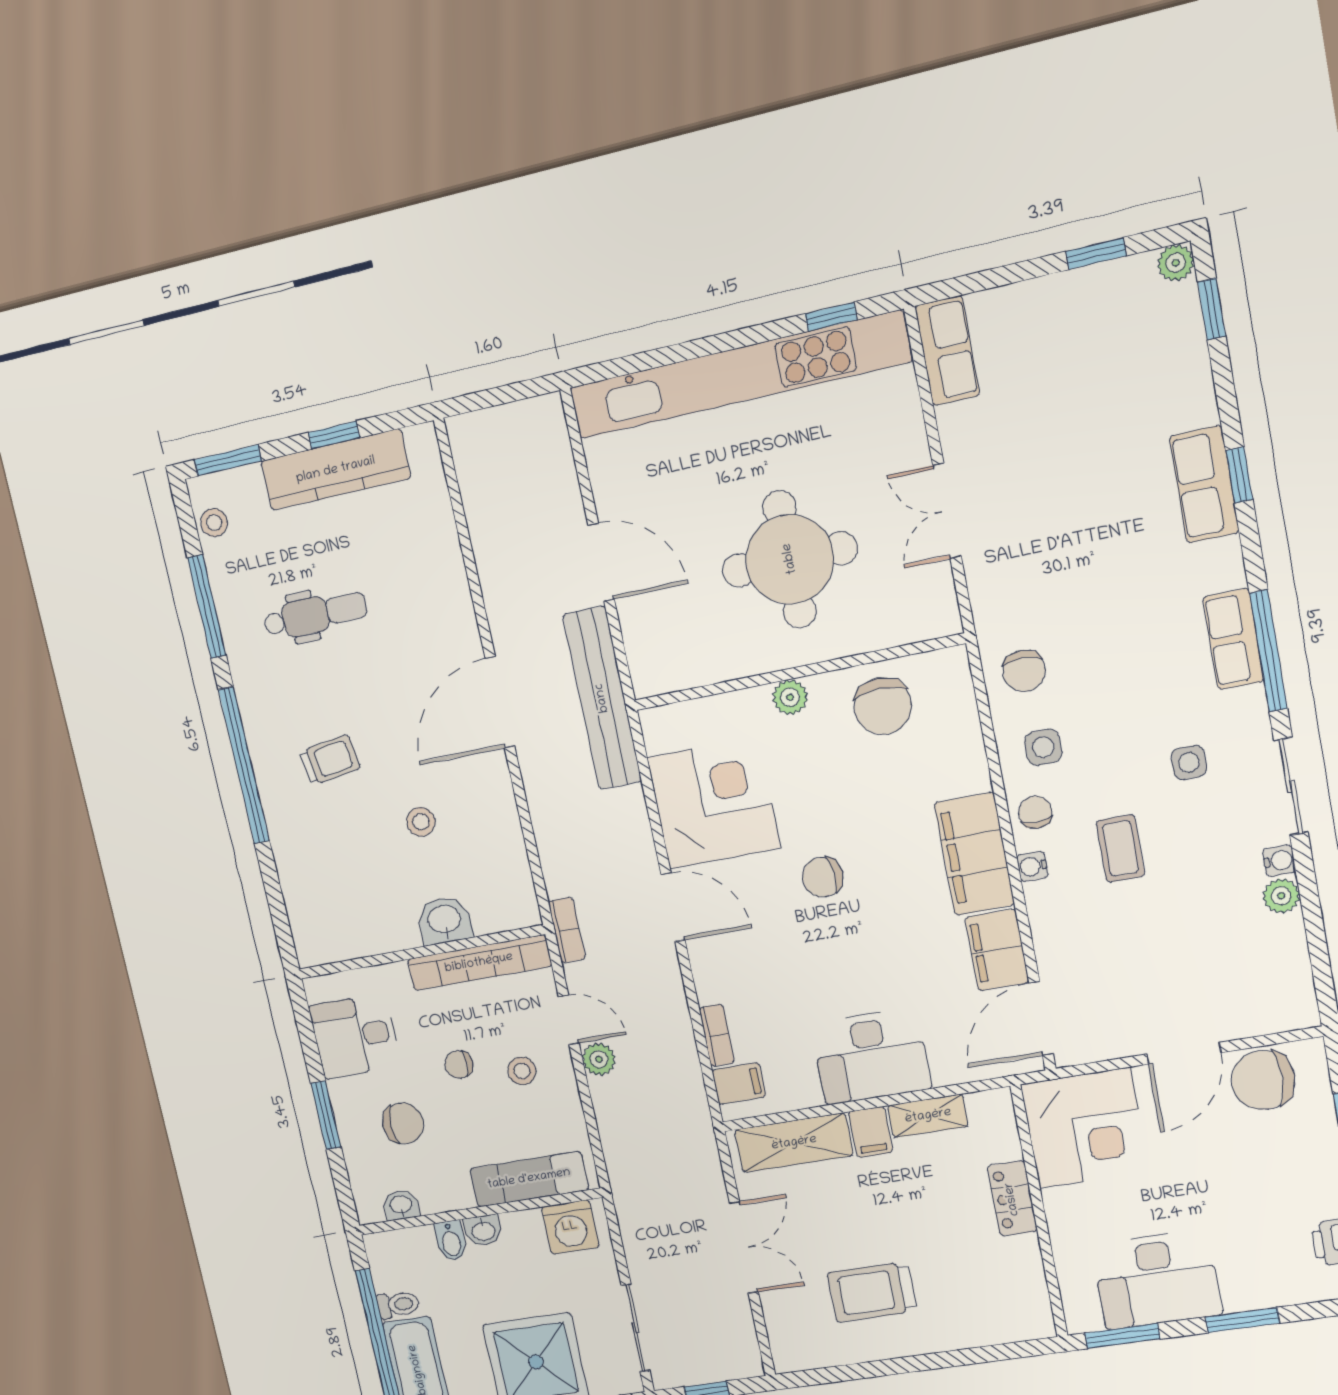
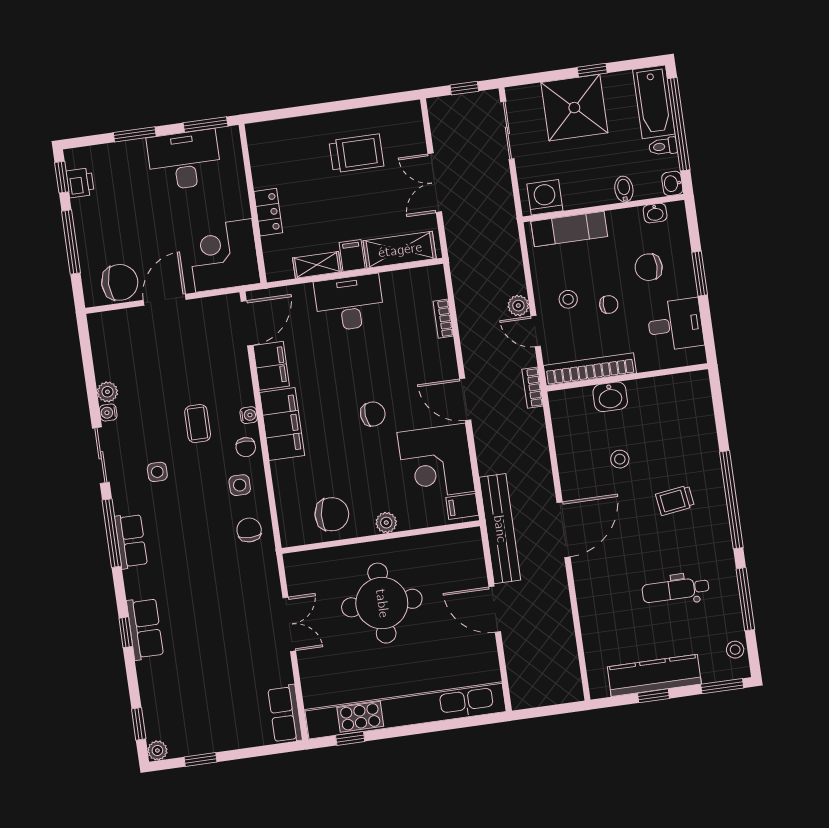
chair: (883, 706) -> (332, 514), turned 95
filing cabinet: (739, 1083) -> (462, 506), moved
washbasin: (483, 1230) -> (672, 183), moved, turned -90

